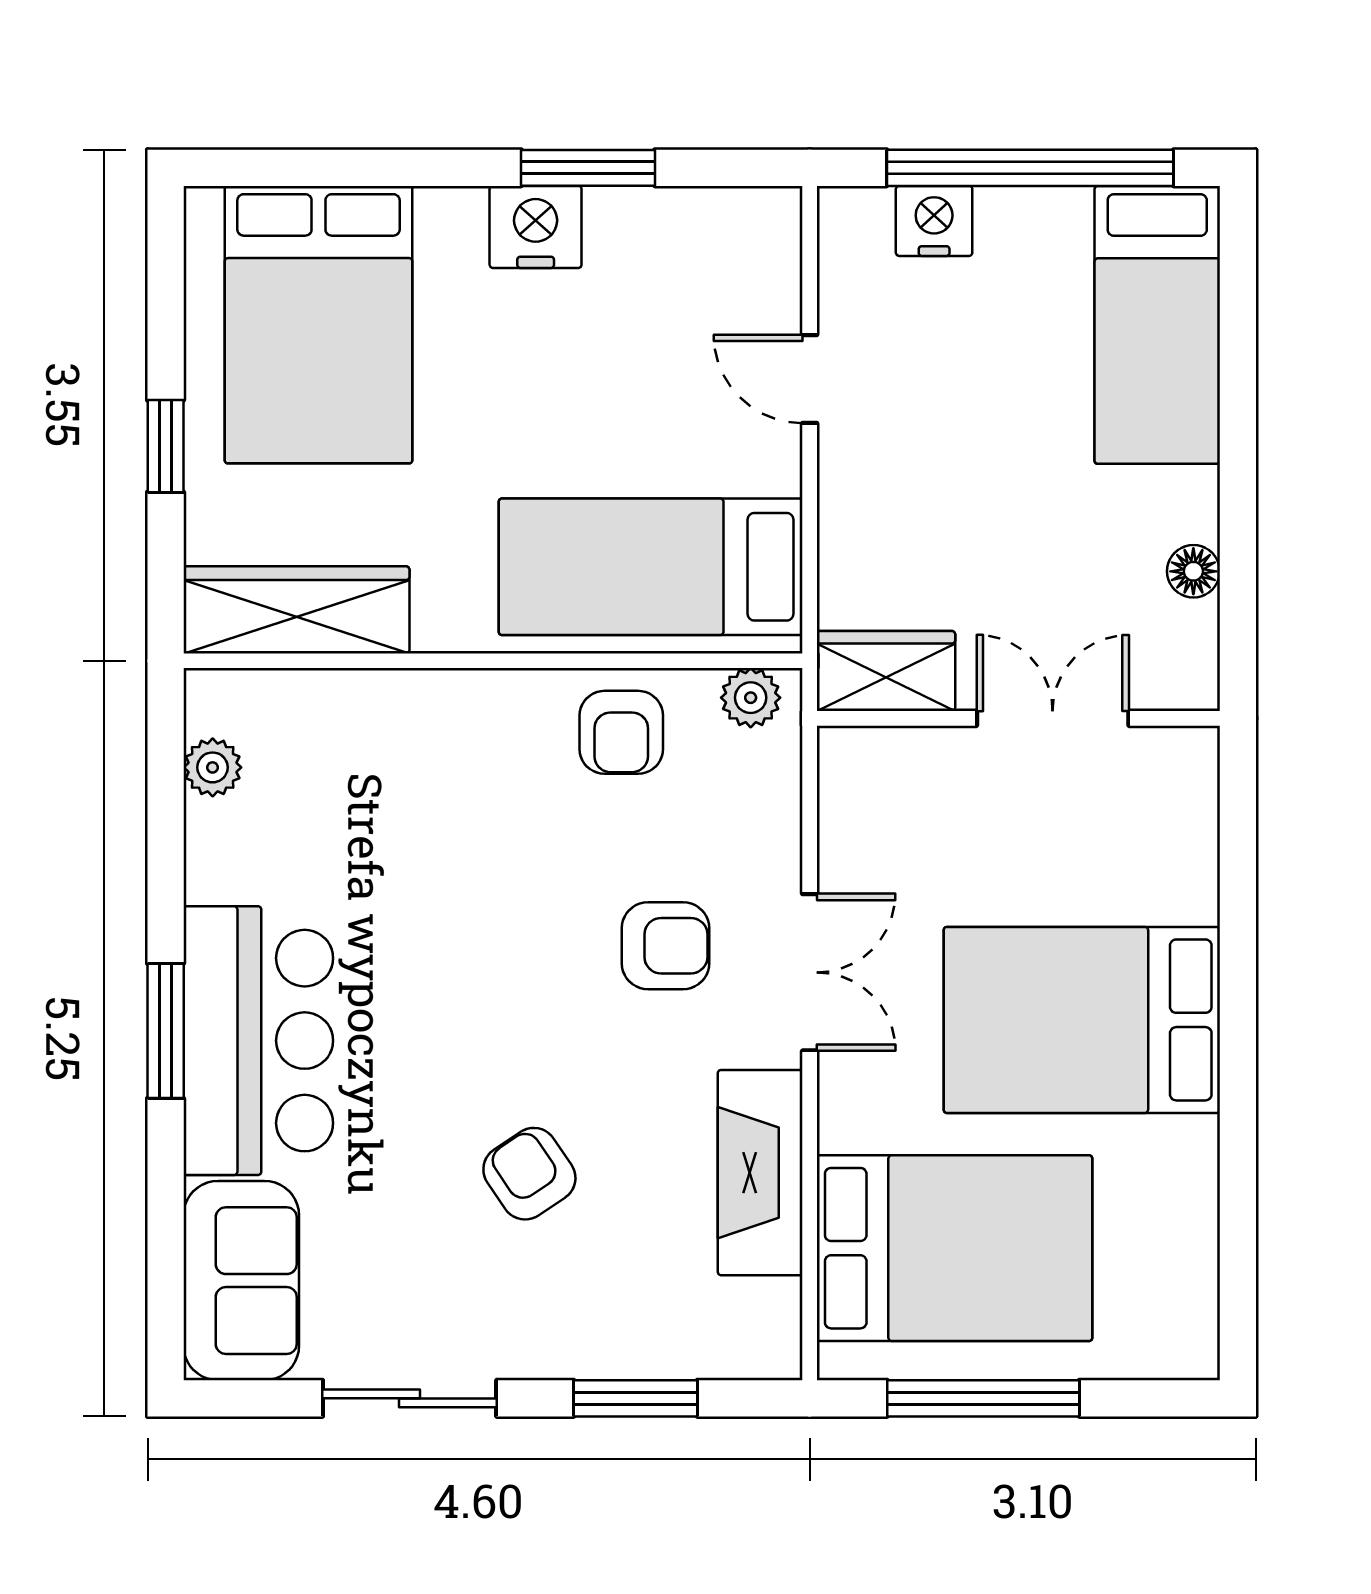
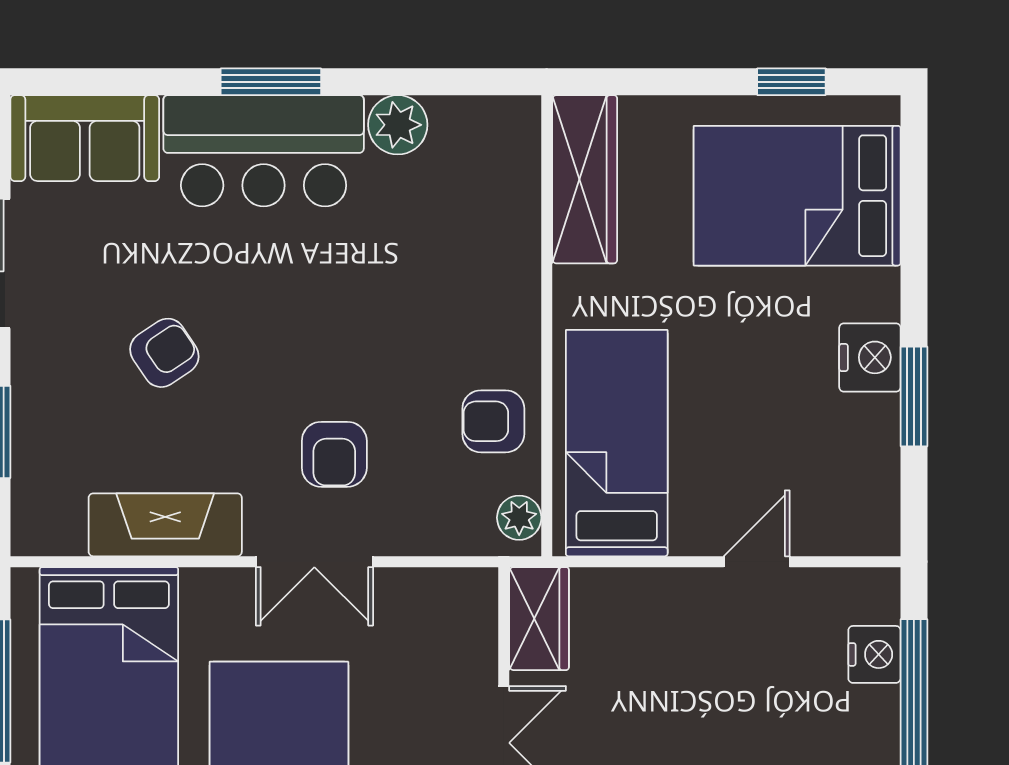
window: (166, 446) -> (791, 82), moved
plant: (213, 767) -> (398, 125), moved, width x1.38, depth x1.38

